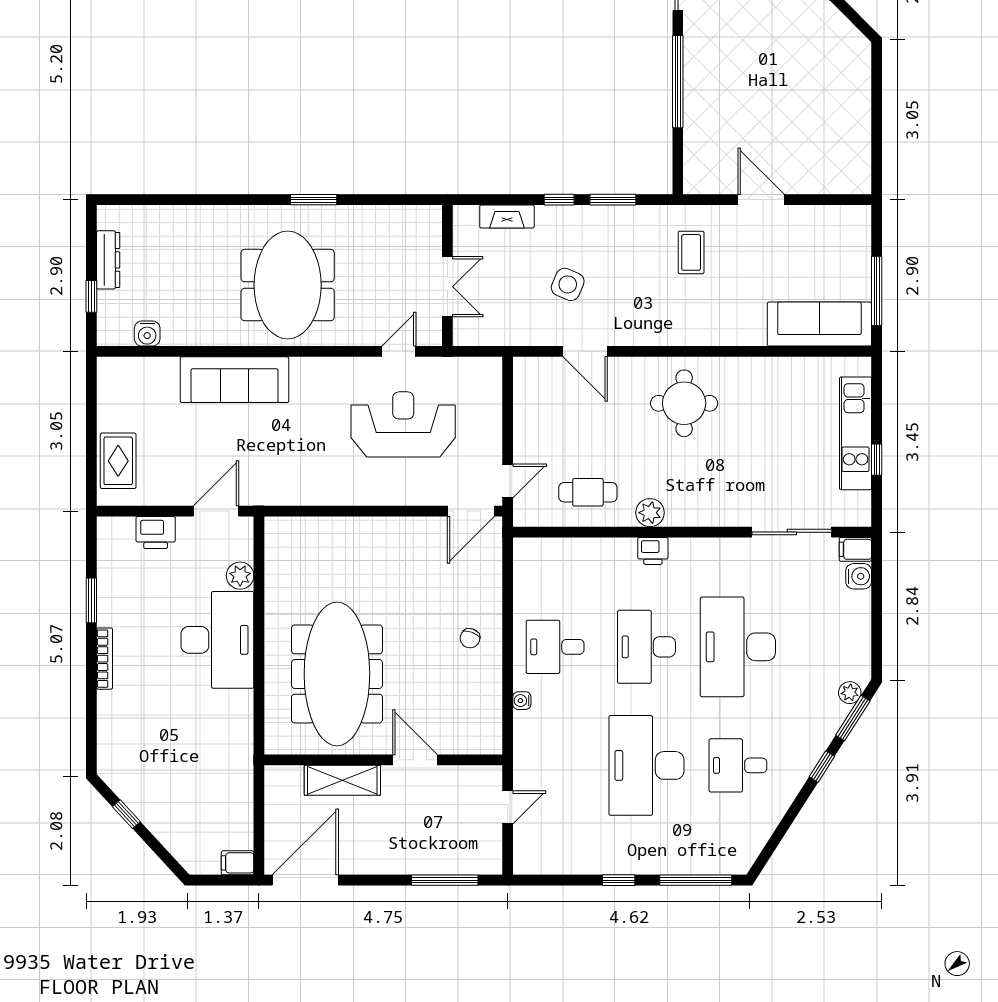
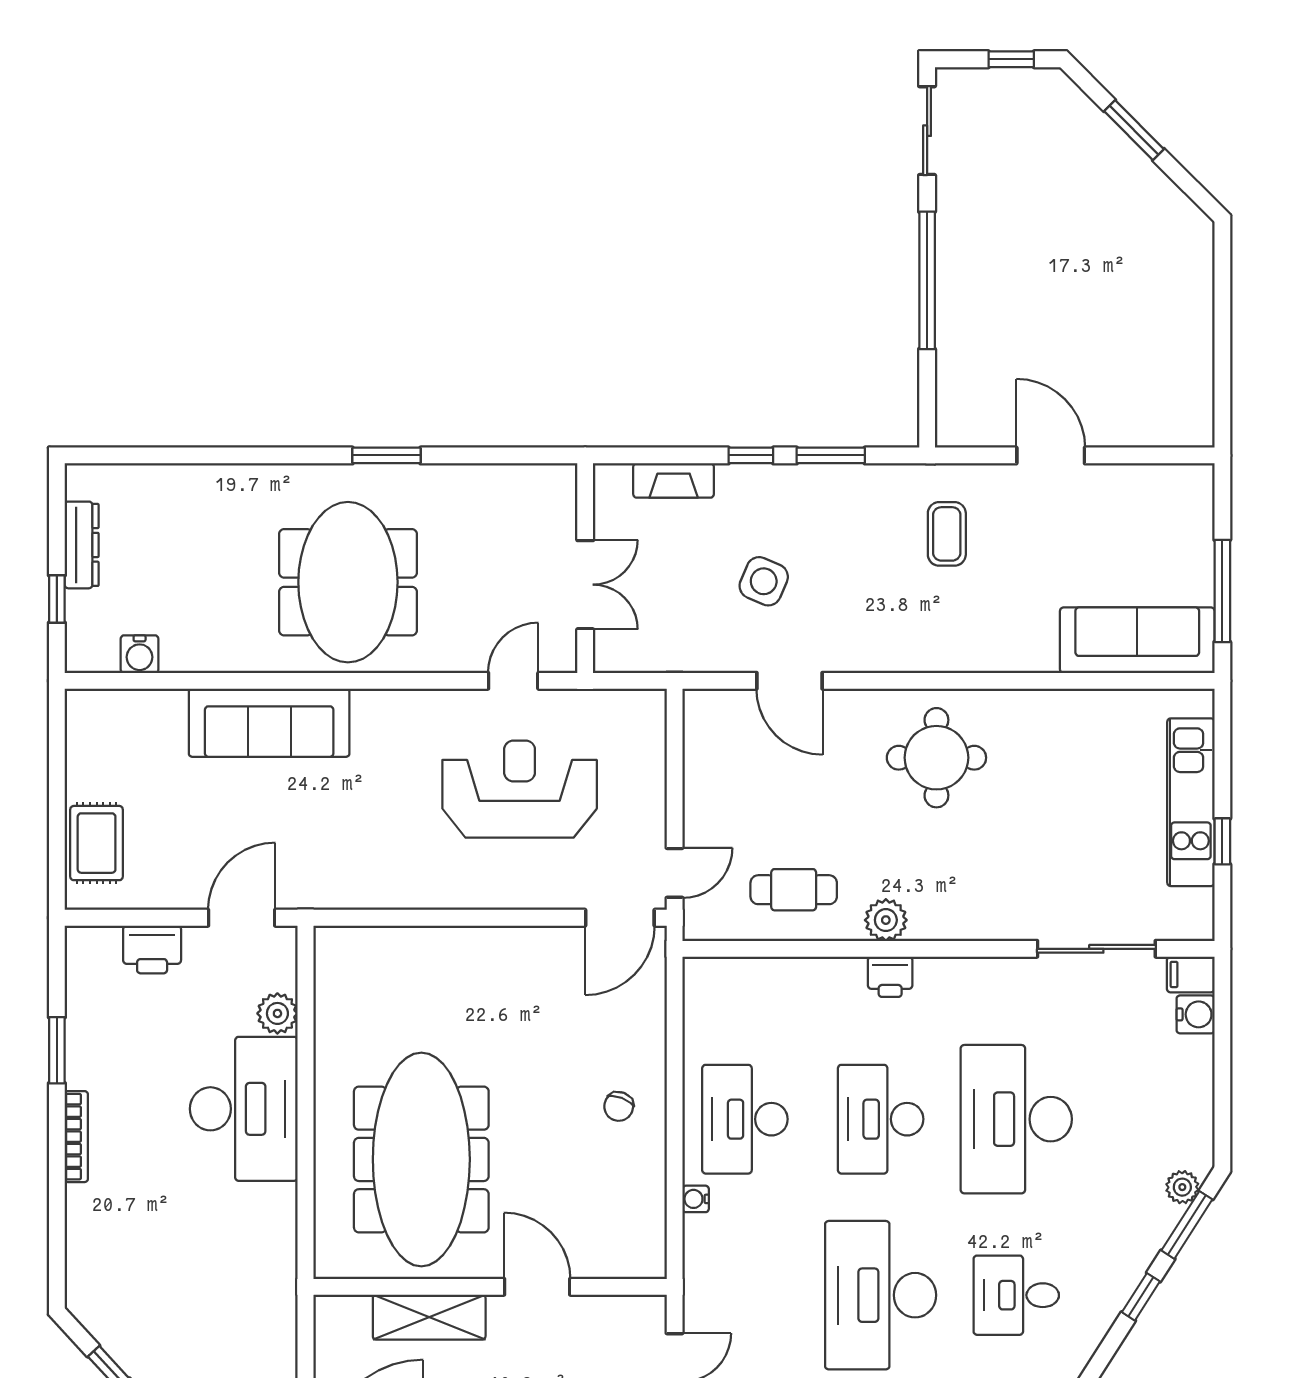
desk: (555, 647) -> (745, 1119), width x1.37

